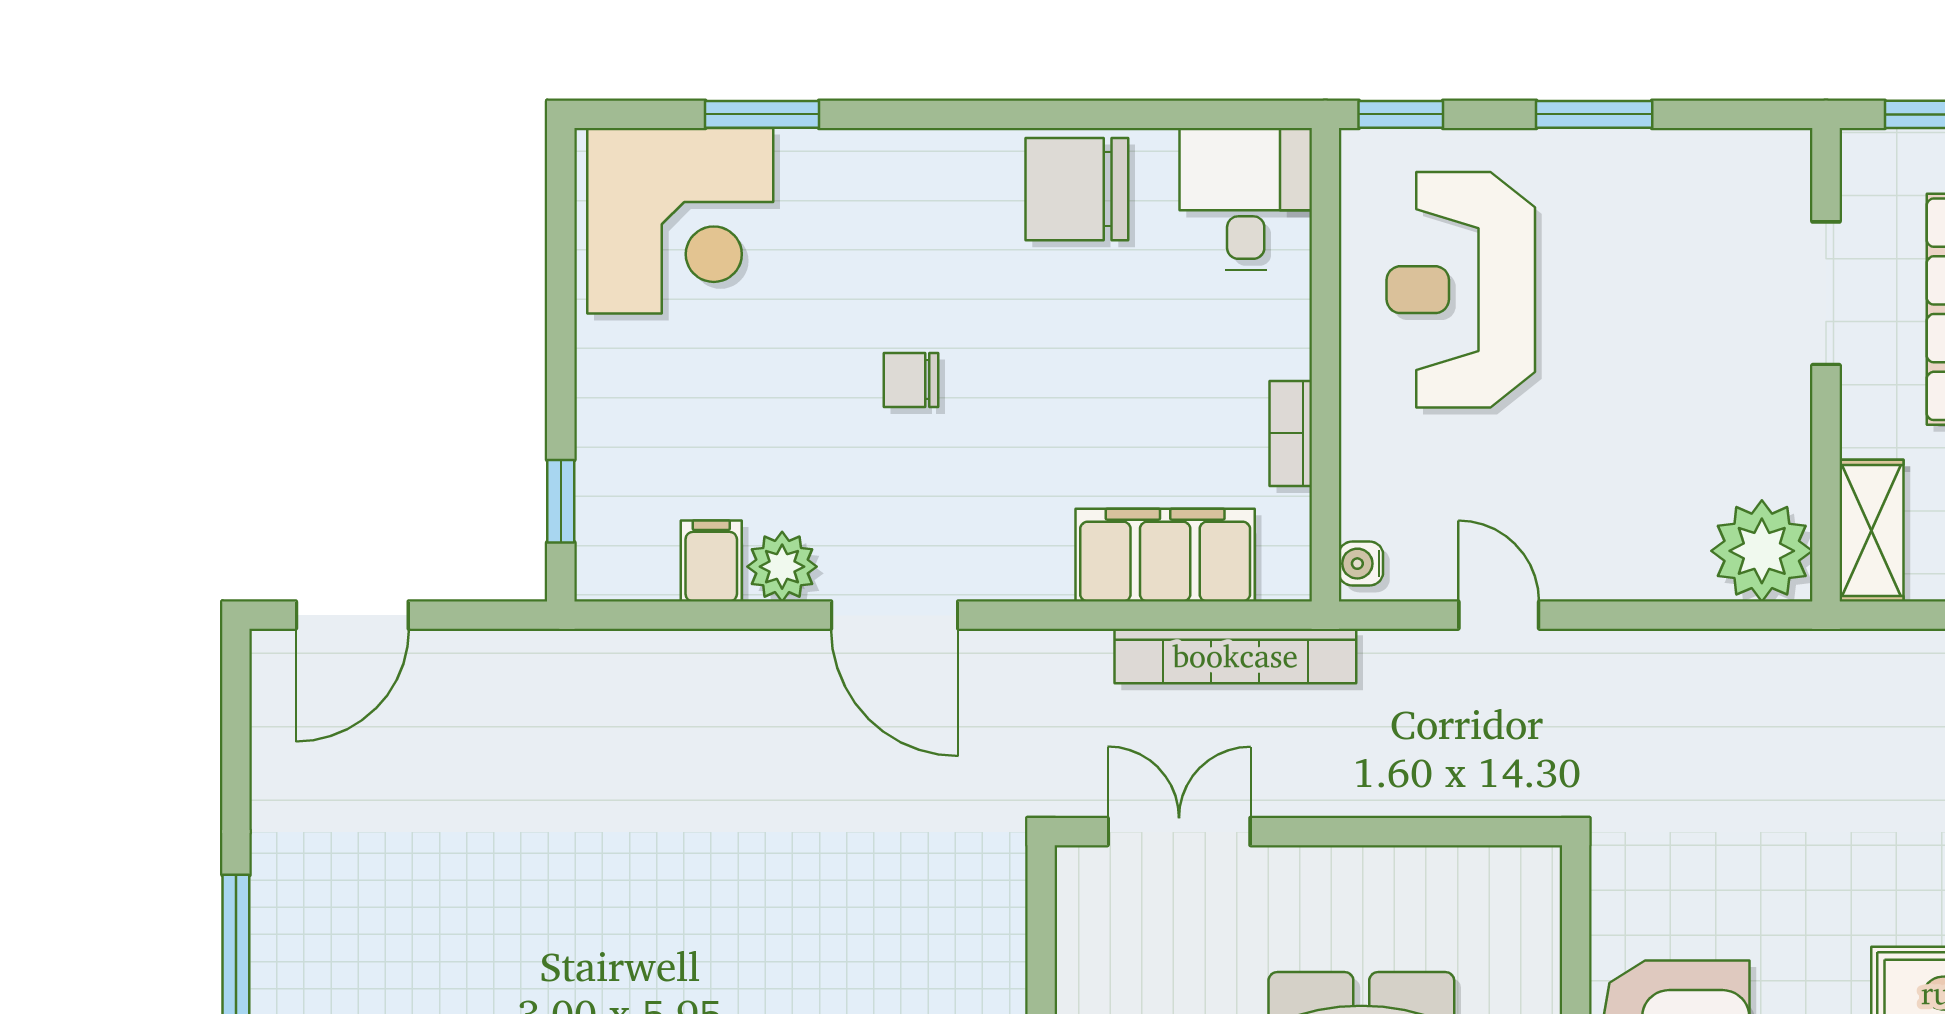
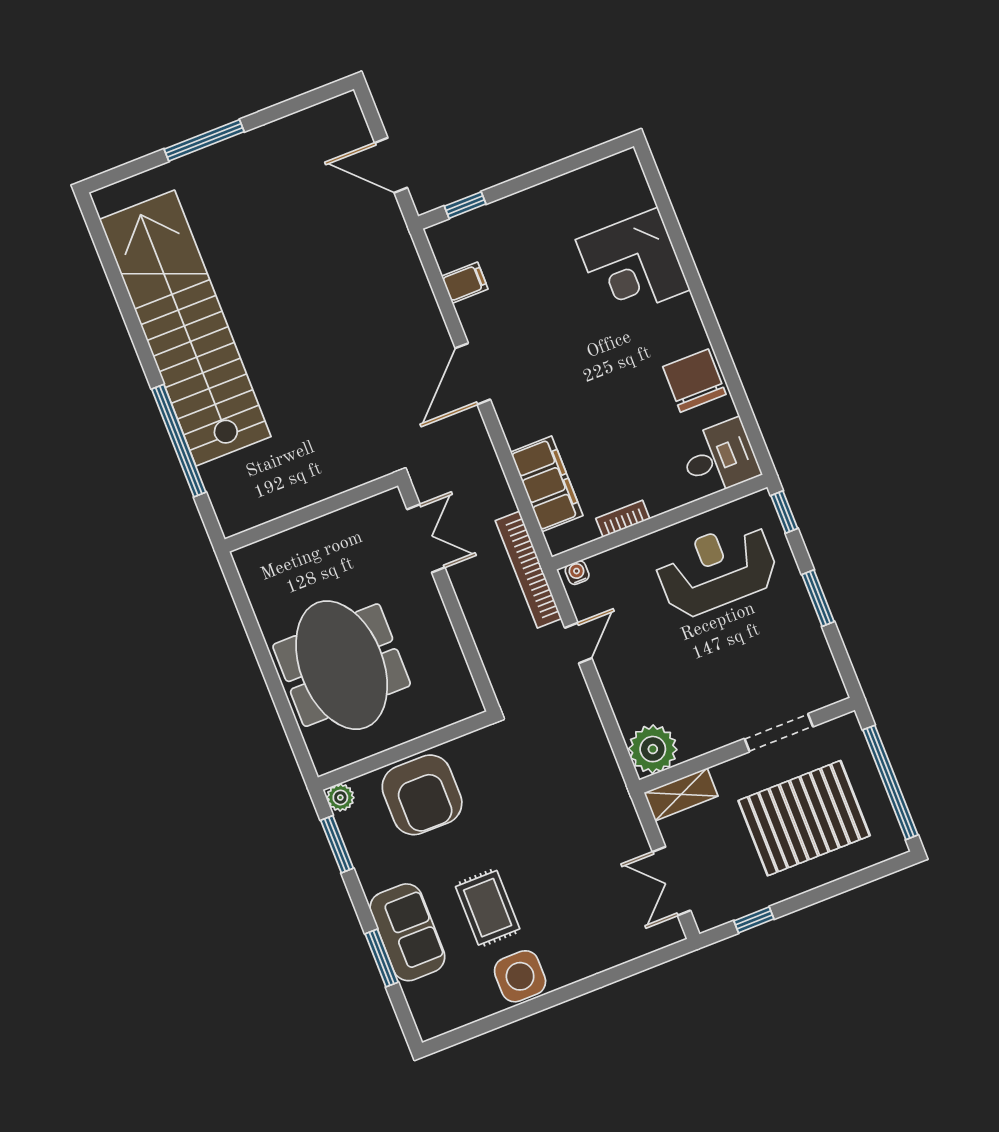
window: (762, 114) -> (673, 227), removed
corner desk: (680, 221) -> (633, 265), moved
chair: (911, 380) -> (580, 340), removed
plant: (782, 567) -> (475, 315), removed
door: (352, 615) -> (391, 165), moved
bookcase: (1235, 656) -> (528, 570), moved

